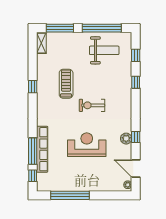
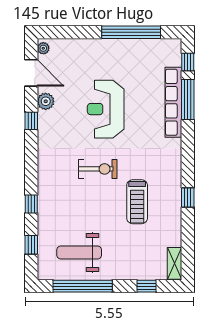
window: (60, 28) -> (147, 286), width x0.46
plant: (126, 139) -> (46, 101), moved
reception desk: (87, 145) -> (106, 109), turned 90

